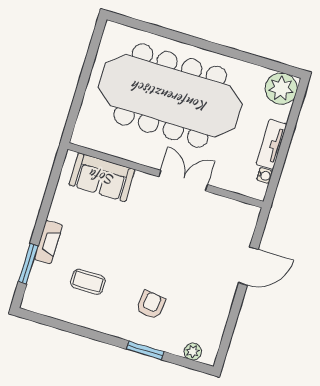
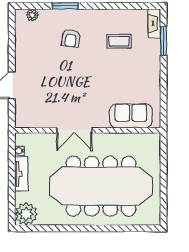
fireplace: (48, 242) -> (154, 24), moved

